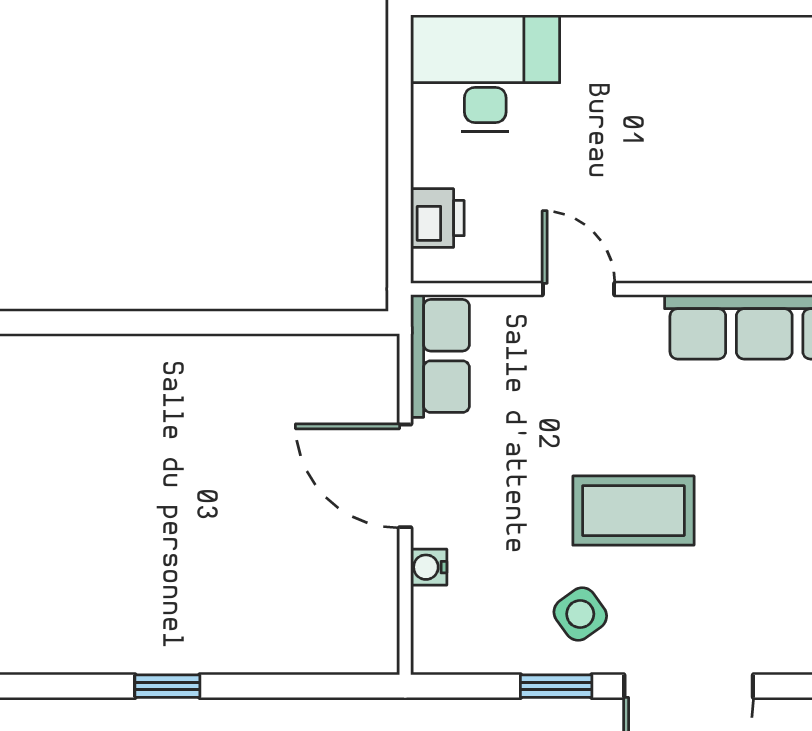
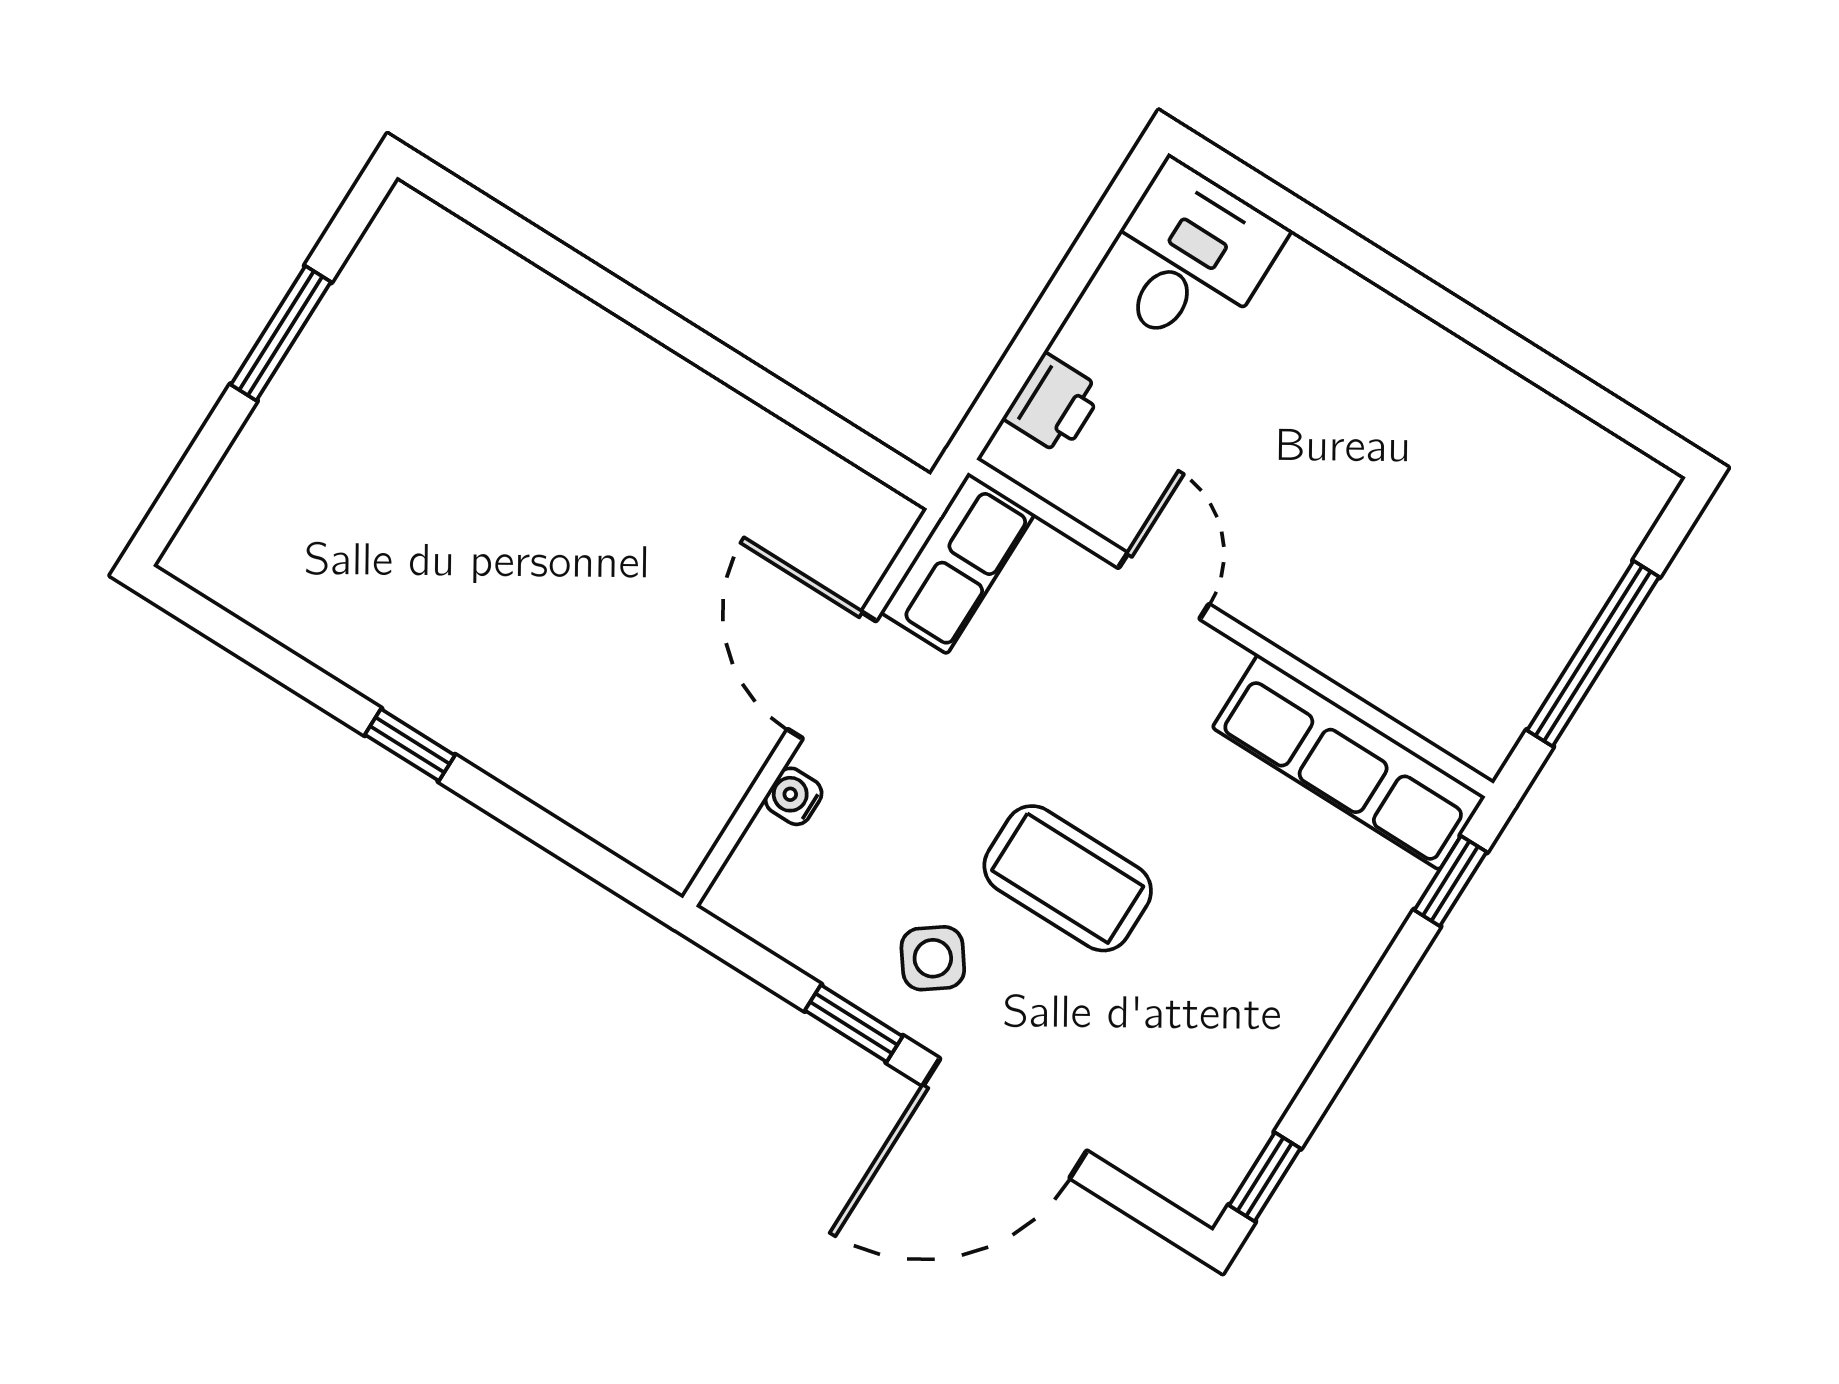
desk: (485, 73) -> (1189, 258), width x0.73

